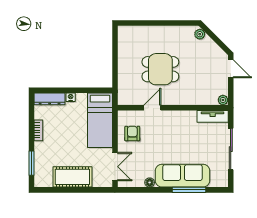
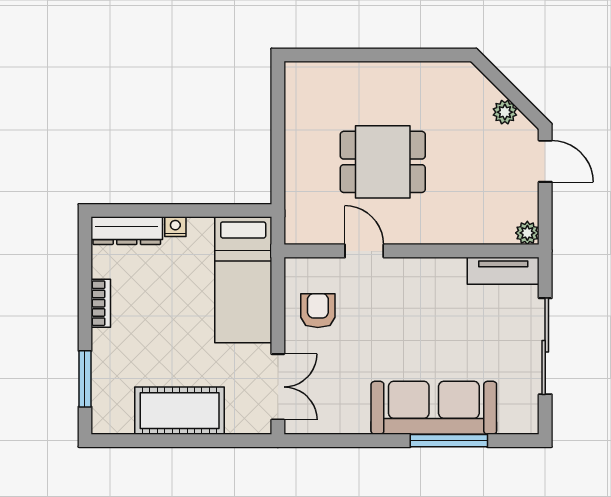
plant: (200, 34) -> (505, 112), moved
door: (152, 108) -> (364, 251), hinge flipped
floor lamp: (150, 182) -> (358, 424), removed

